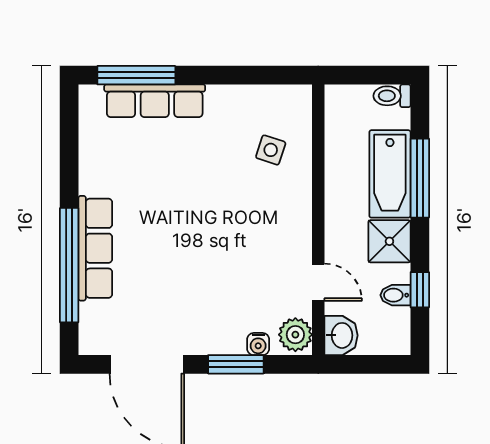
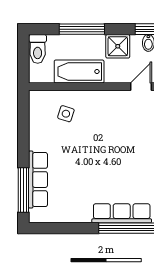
toilet: (392, 96) -> (38, 49), width x1.37, depth x1.39
bathtub: (390, 174) -> (79, 71), moved, turned 180

